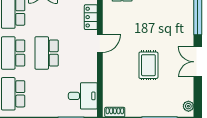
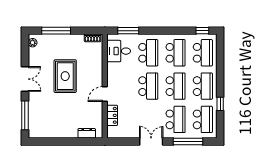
rug: (148, 65) -> (65, 76), width x1.36, depth x1.43
school desk: (47, 94) -> (148, 53), added

